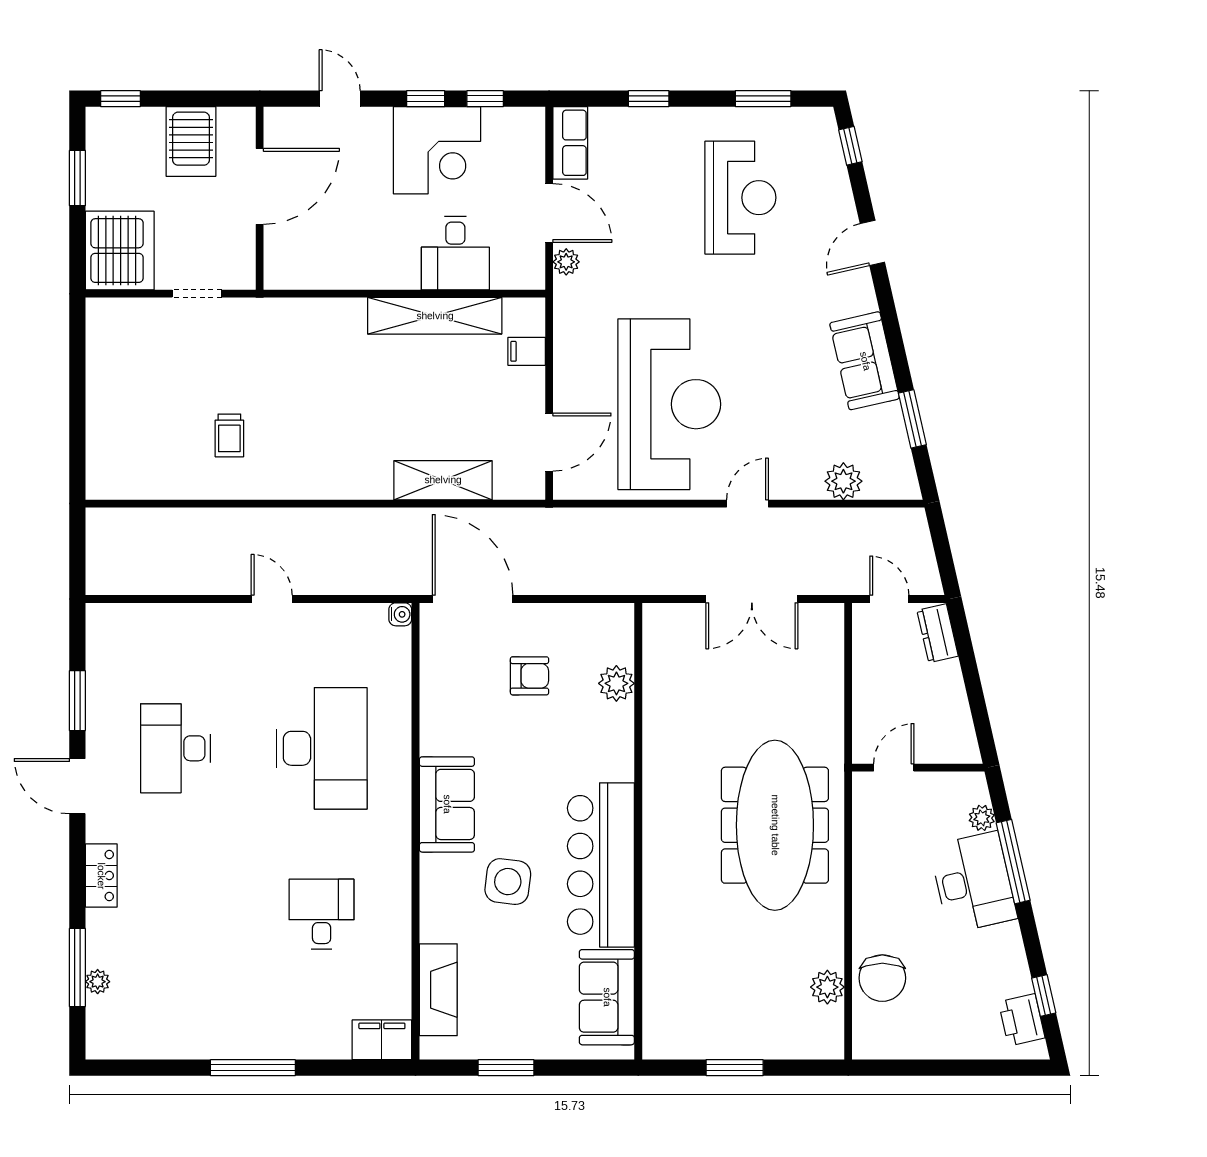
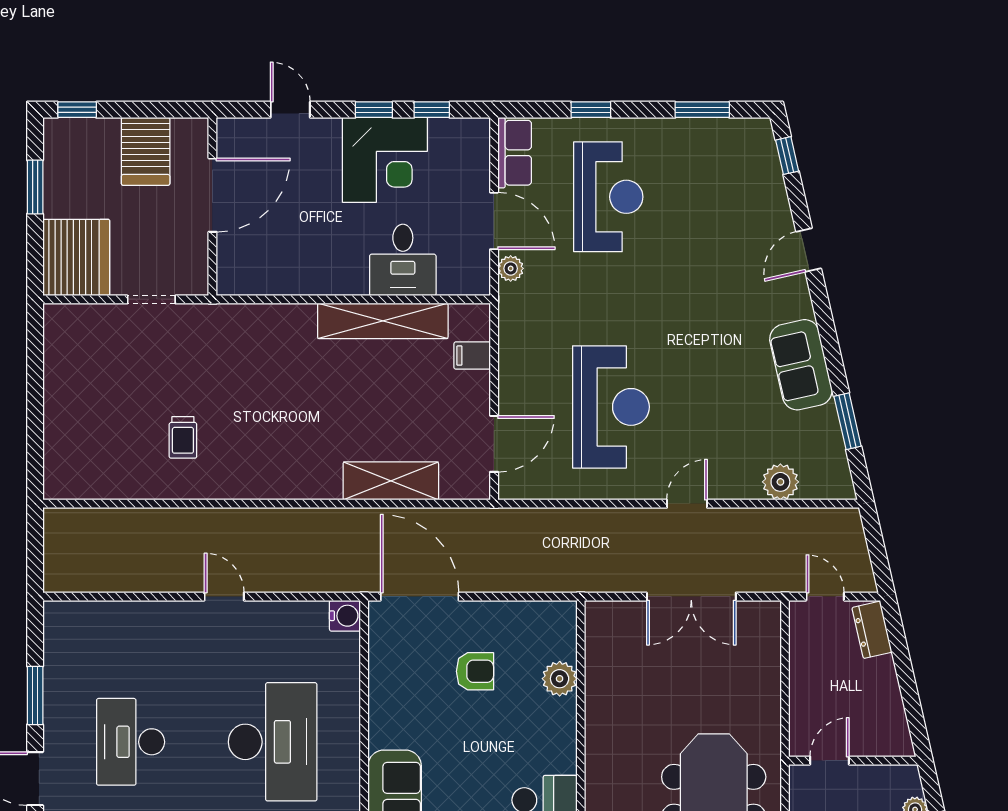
reception desk: (740, 198) -> (608, 197), moved
reception desk: (669, 404) -> (611, 407), width x0.74, depth x0.77
water cooler: (400, 614) -> (345, 616), width x1.38, depth x1.38

